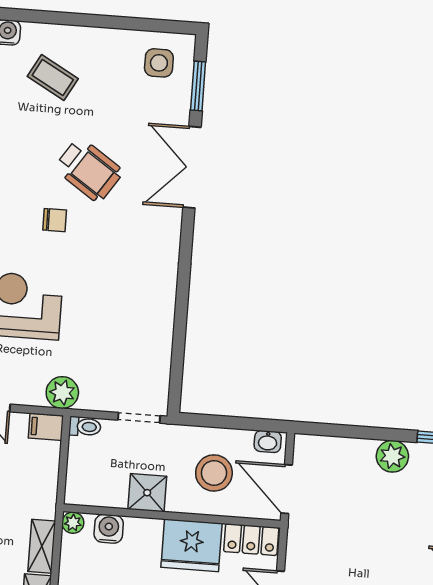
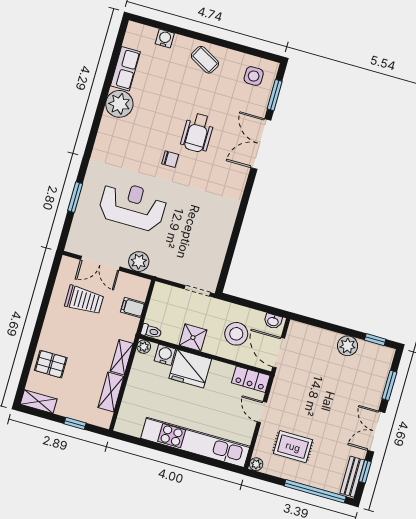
coffee table: (53, 77) -> (205, 60), moved
wheelchair: (89, 170) -> (197, 133), turned 56
plant: (62, 393) -> (139, 262), moved
filing cabinet: (46, 427) -> (133, 308), moved
toilet: (85, 427) -> (151, 331), moved
fridge: (192, 545) -> (190, 369), moved

